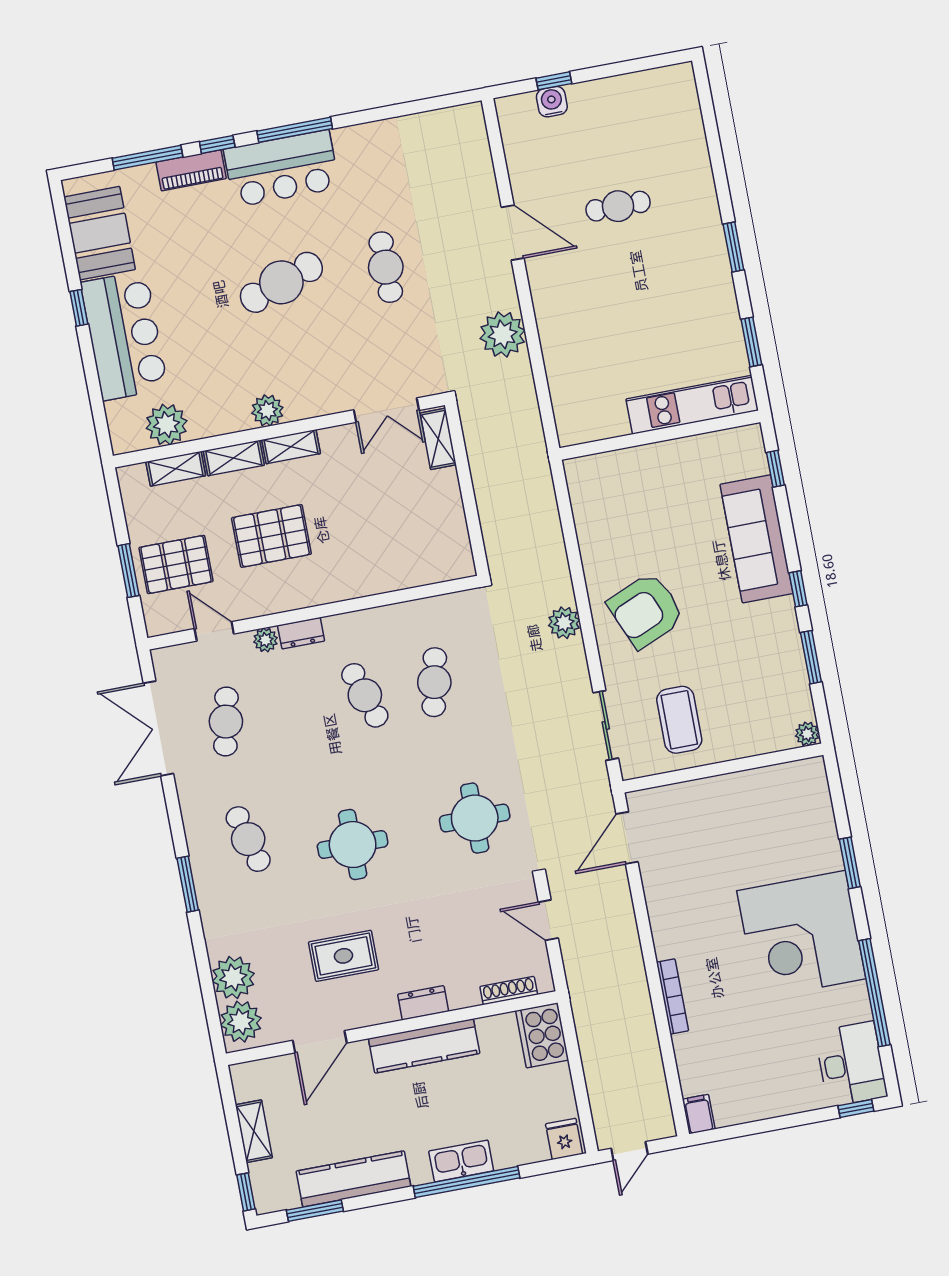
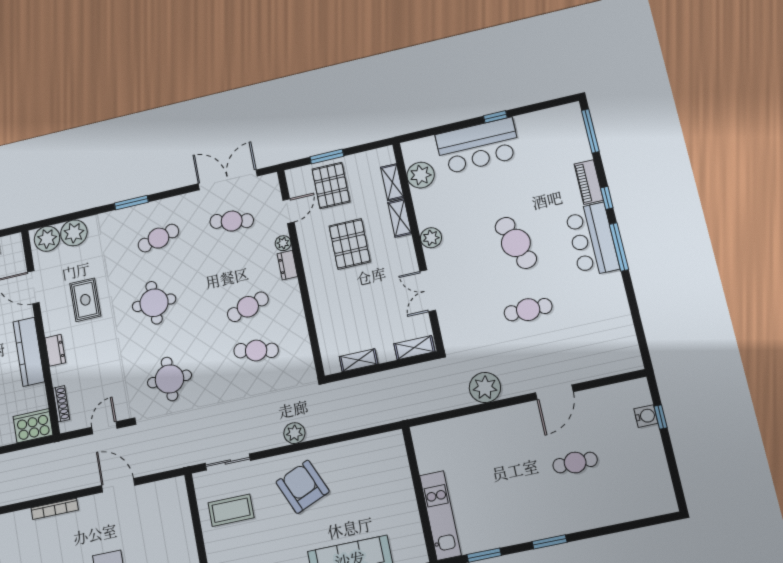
window: (147, 158) -> (590, 131), moved
cafe table: (618, 206) -> (575, 463), turned 90
booth: (100, 233) -> (545, 127), removed
double door: (386, 410) -> (428, 291), moved
shelving: (291, 447) -> (359, 360), moved, turned 90
door: (627, 838) -> (118, 485), moved

